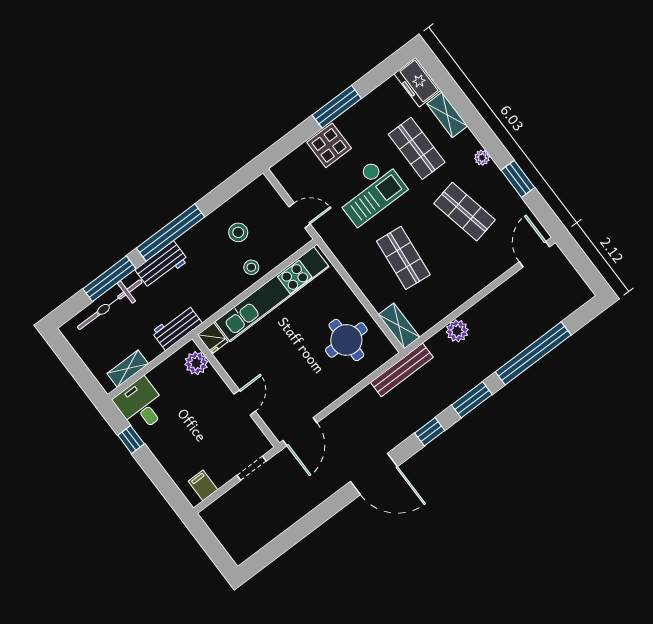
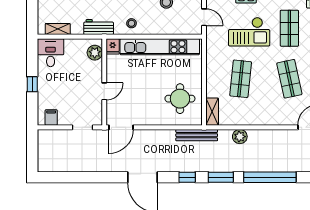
stool: (251, 267) -> (131, 23), moved
window: (131, 440) -> (32, 84), moved

